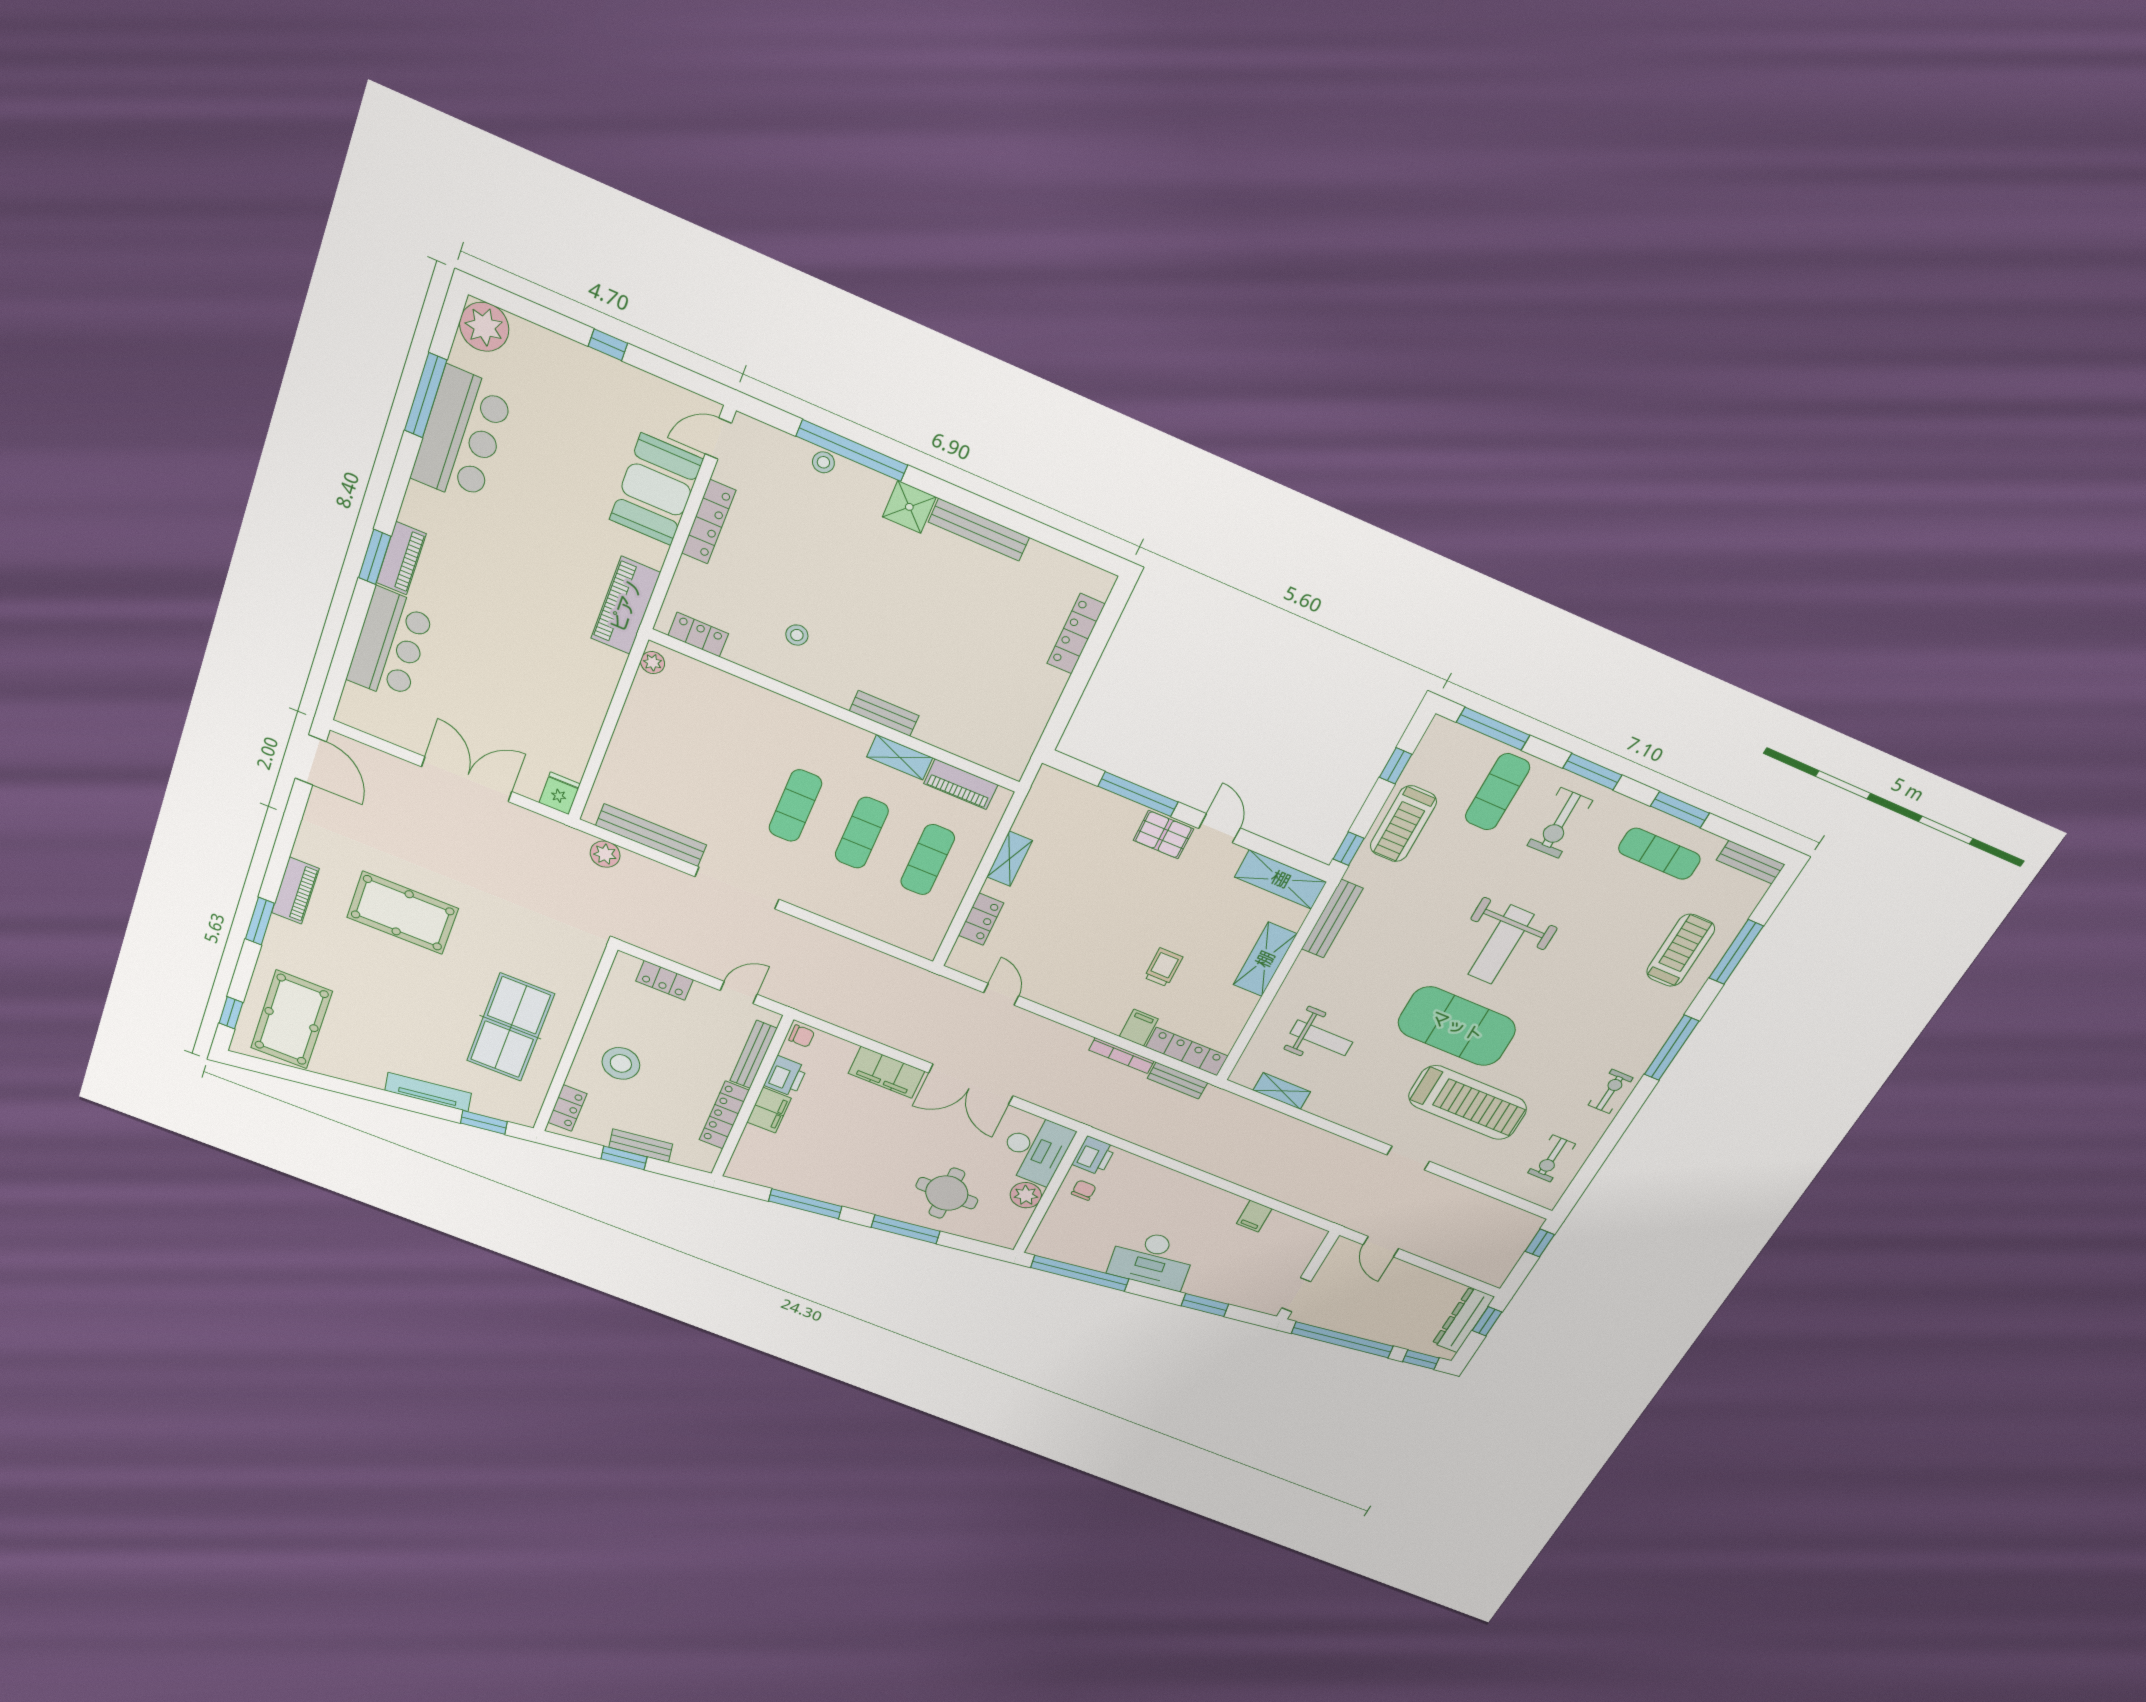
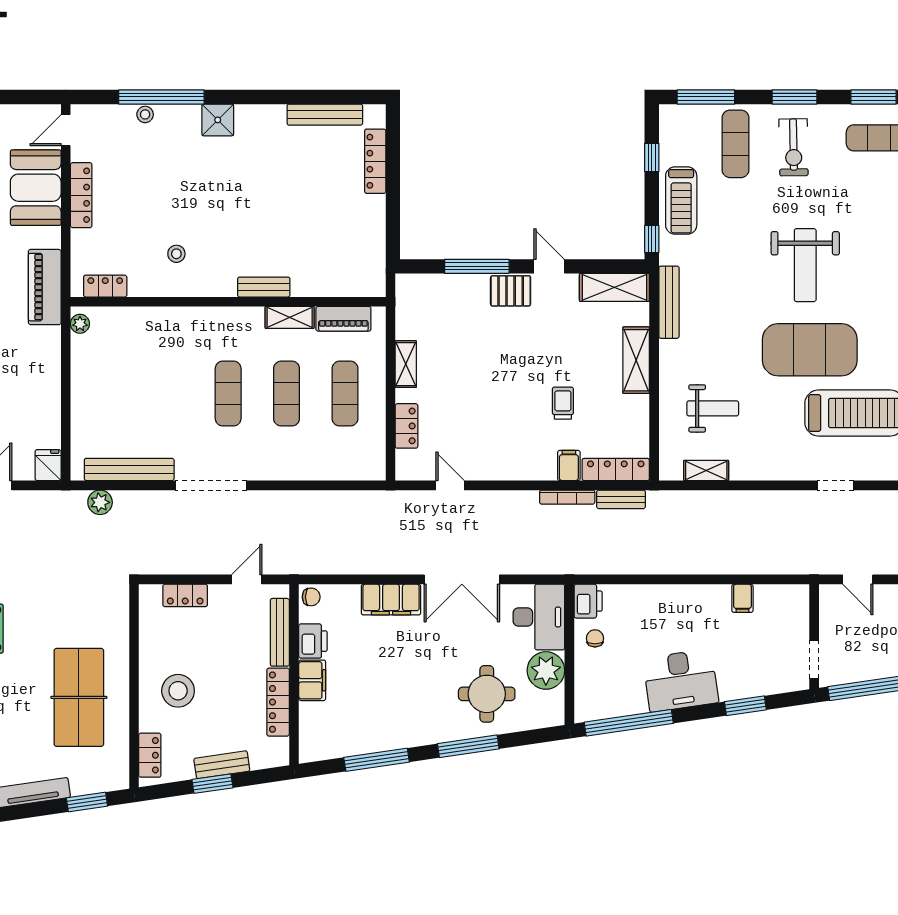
bench: (979, 530) -> (325, 115), moved
plant: (1026, 1195) -> (546, 670), width x1.36, depth x1.36

